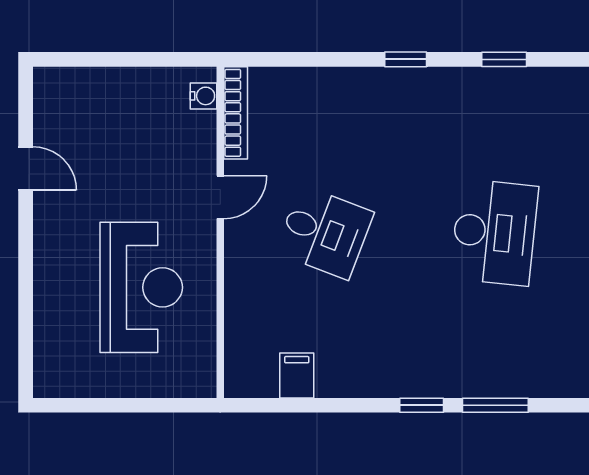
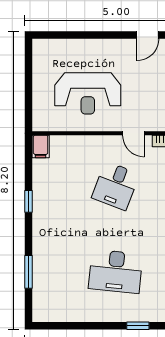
filing cabinet: (297, 375) -> (41, 146), moved, turned 90
window: (422, 405) -> (28, 201), moved

